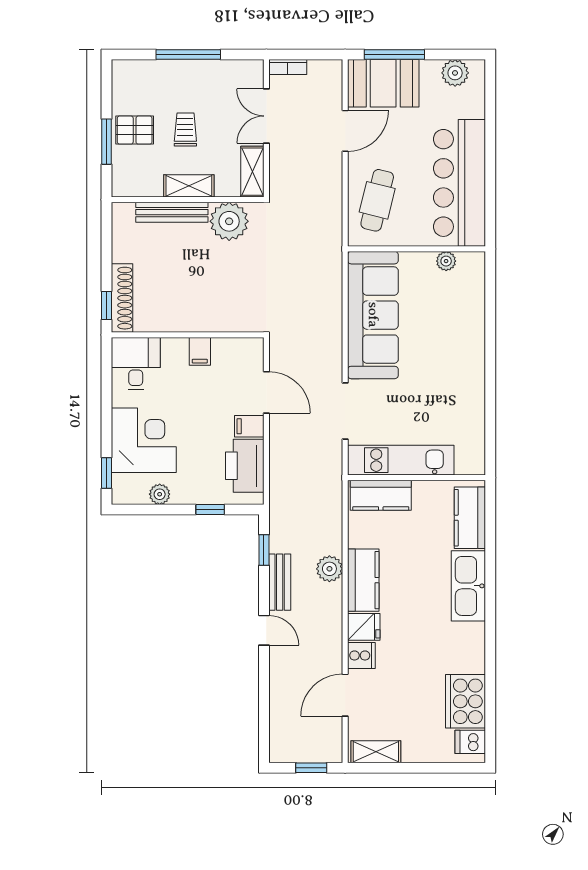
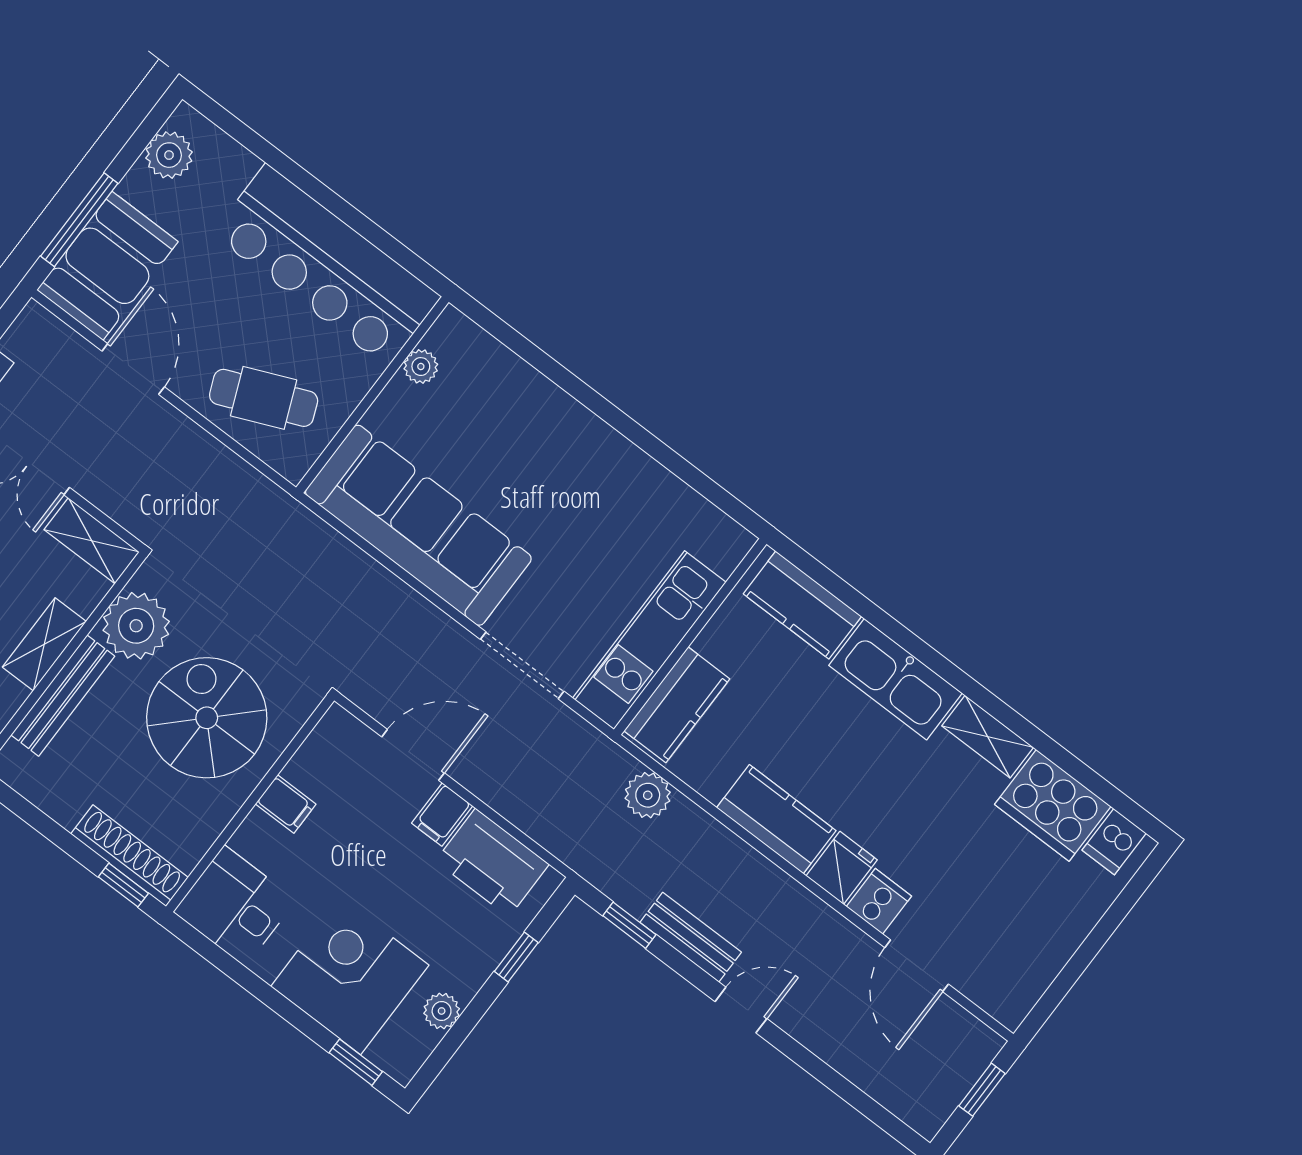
cafe table: (377, 200) -> (264, 398), turned -37
spiral stairs: (212, 285) -> (207, 718), added
plant: (329, 569) -> (648, 795), moved
shelving: (376, 752) -> (988, 737), moved, turned 90

